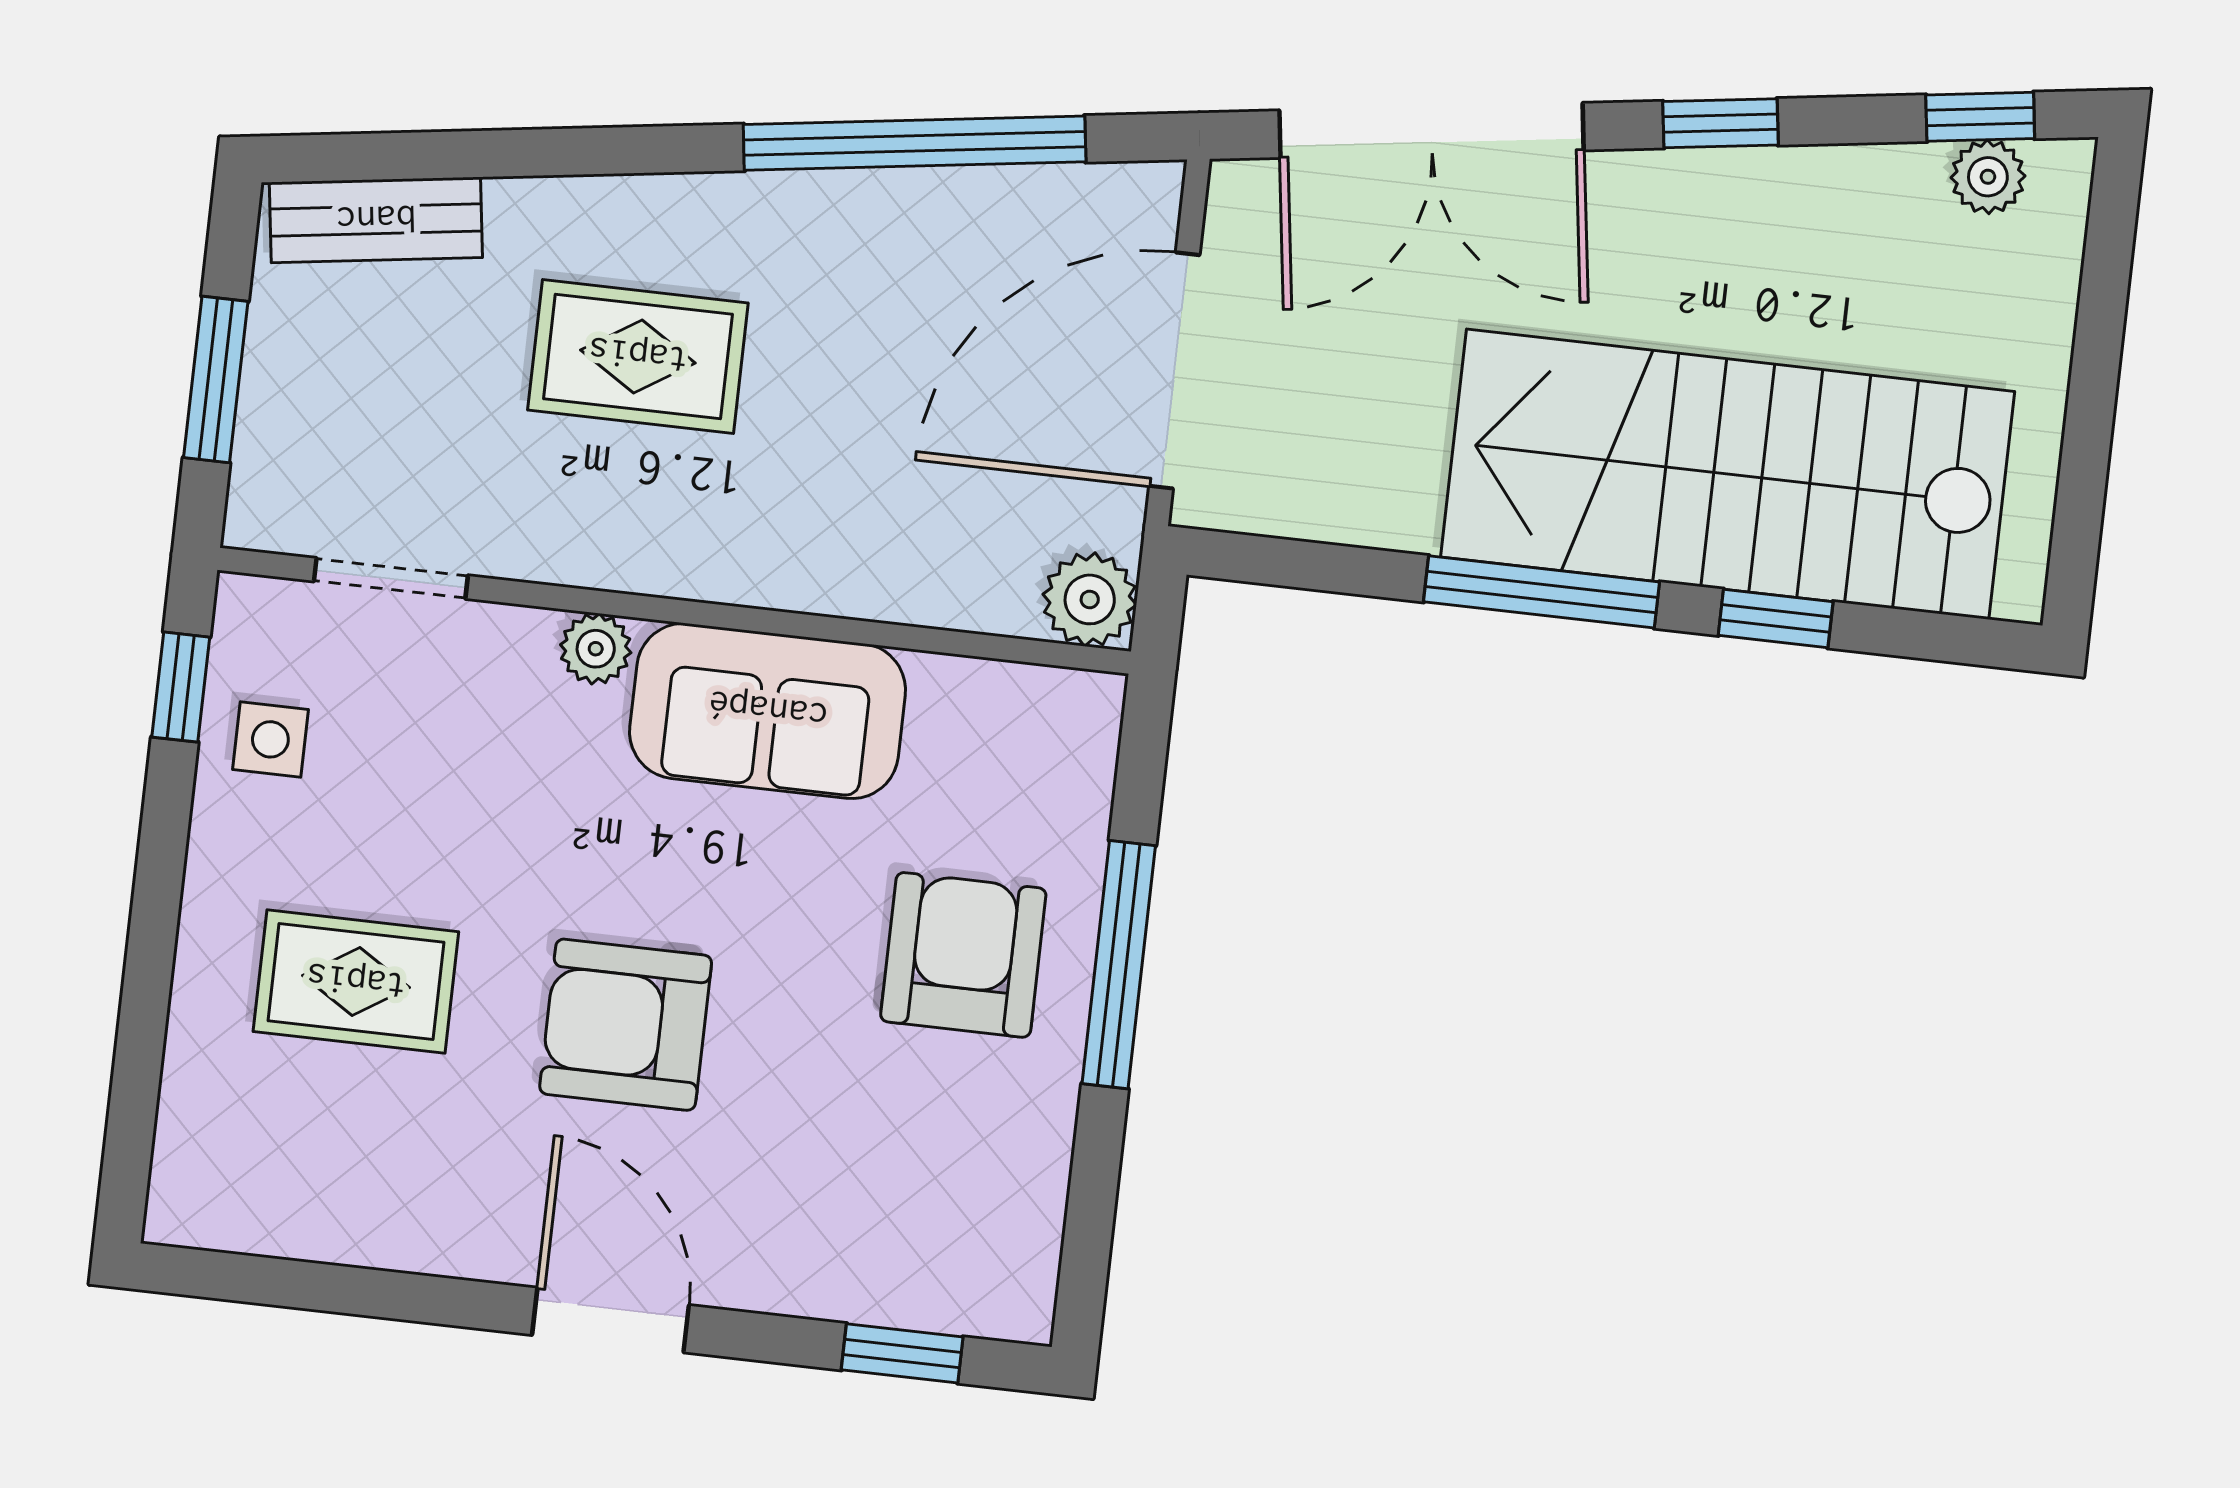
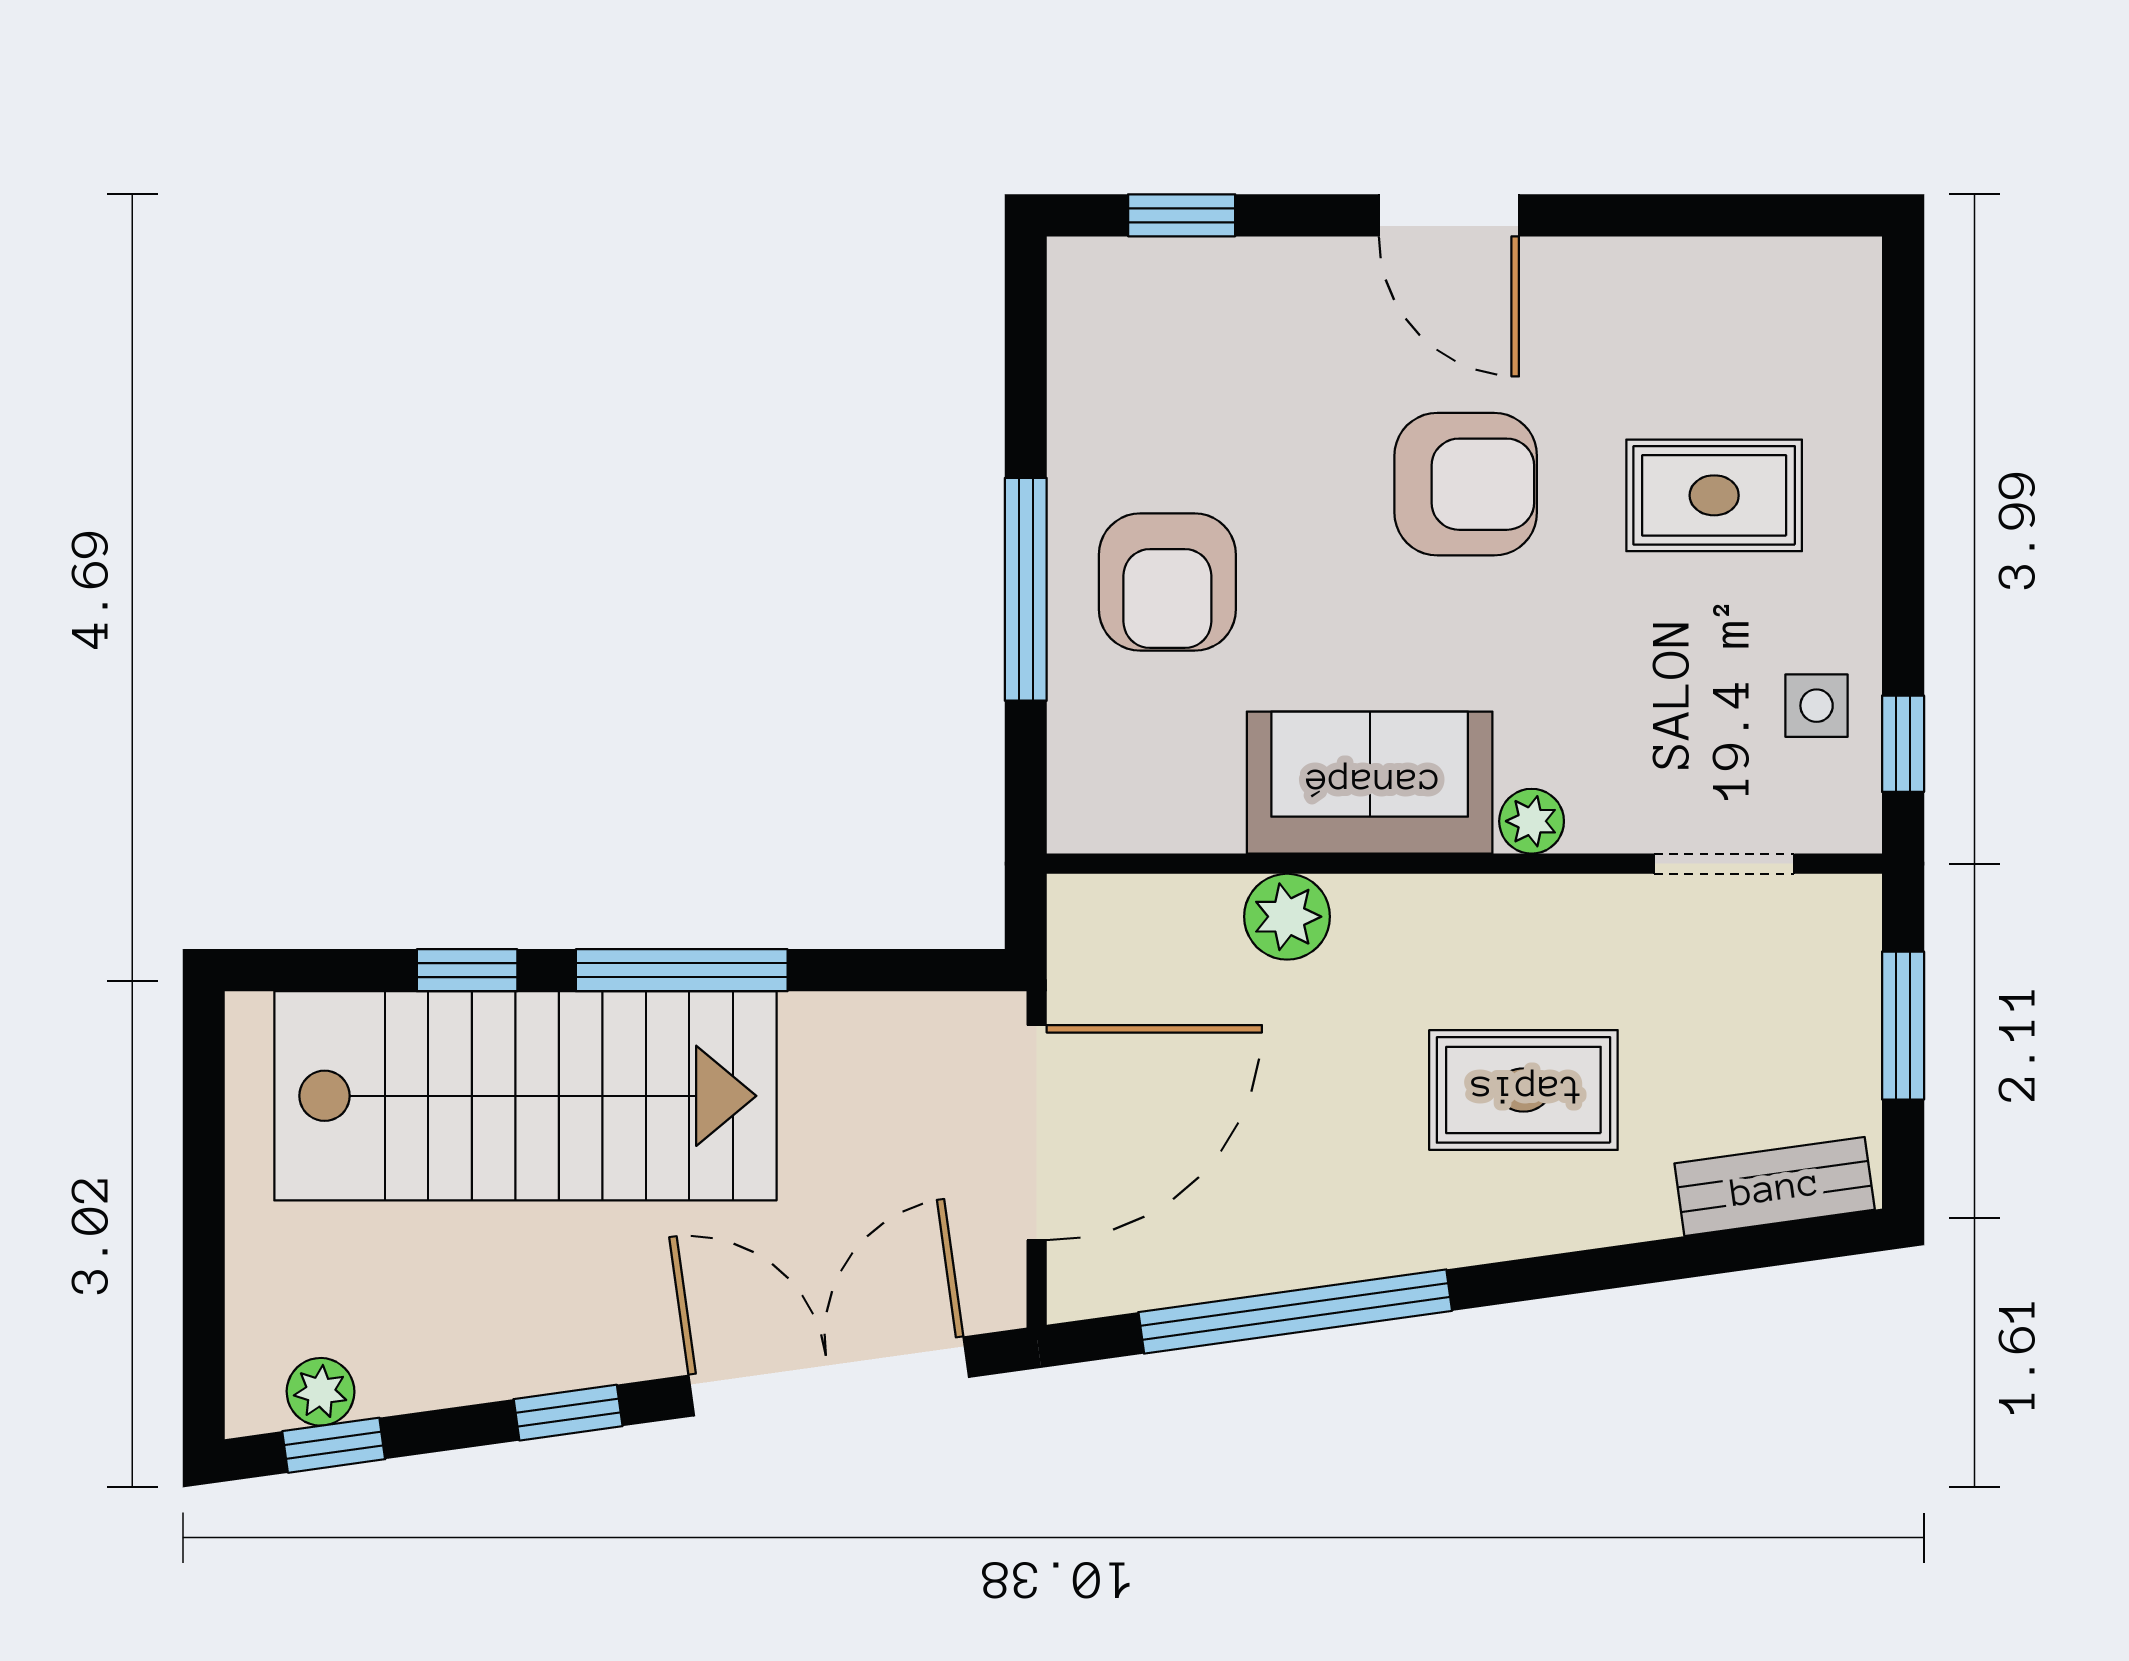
plant: (1090, 599) -> (1287, 917), moved

